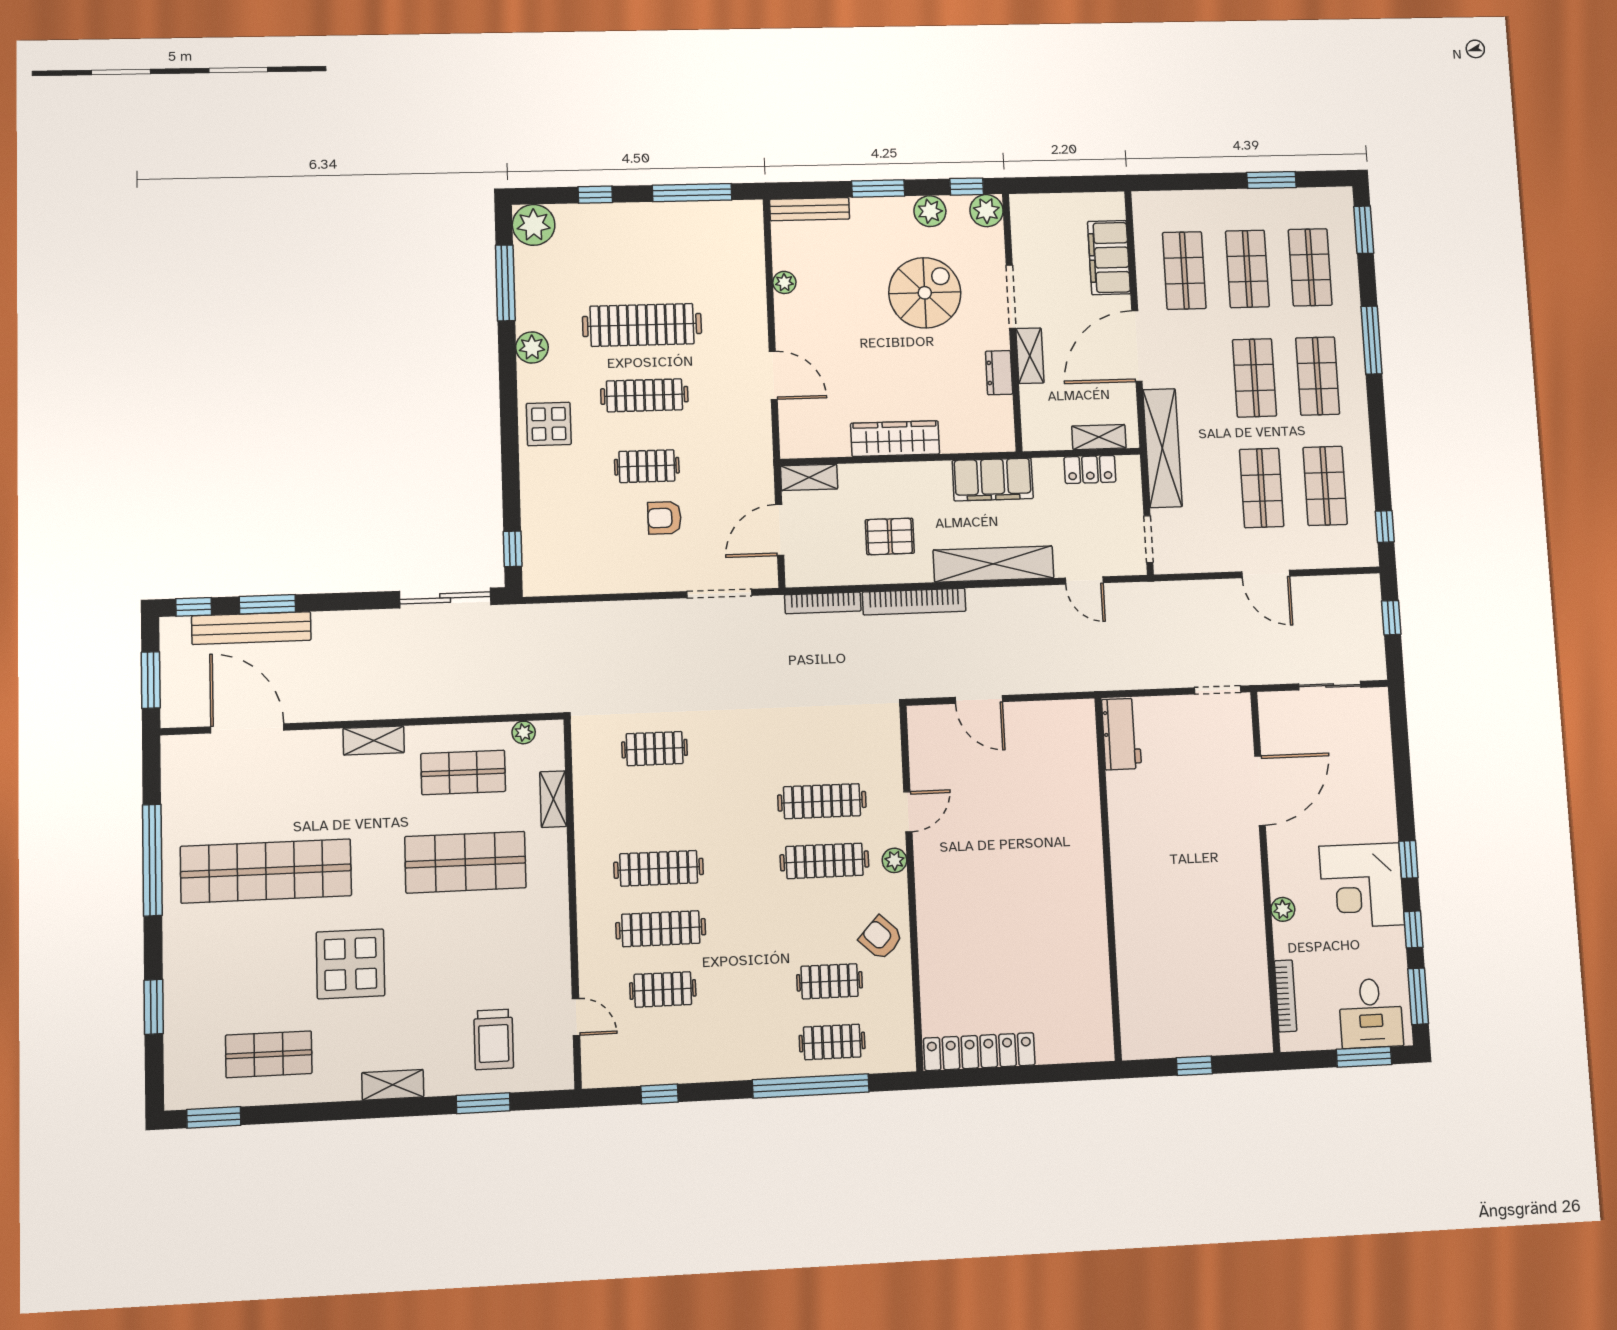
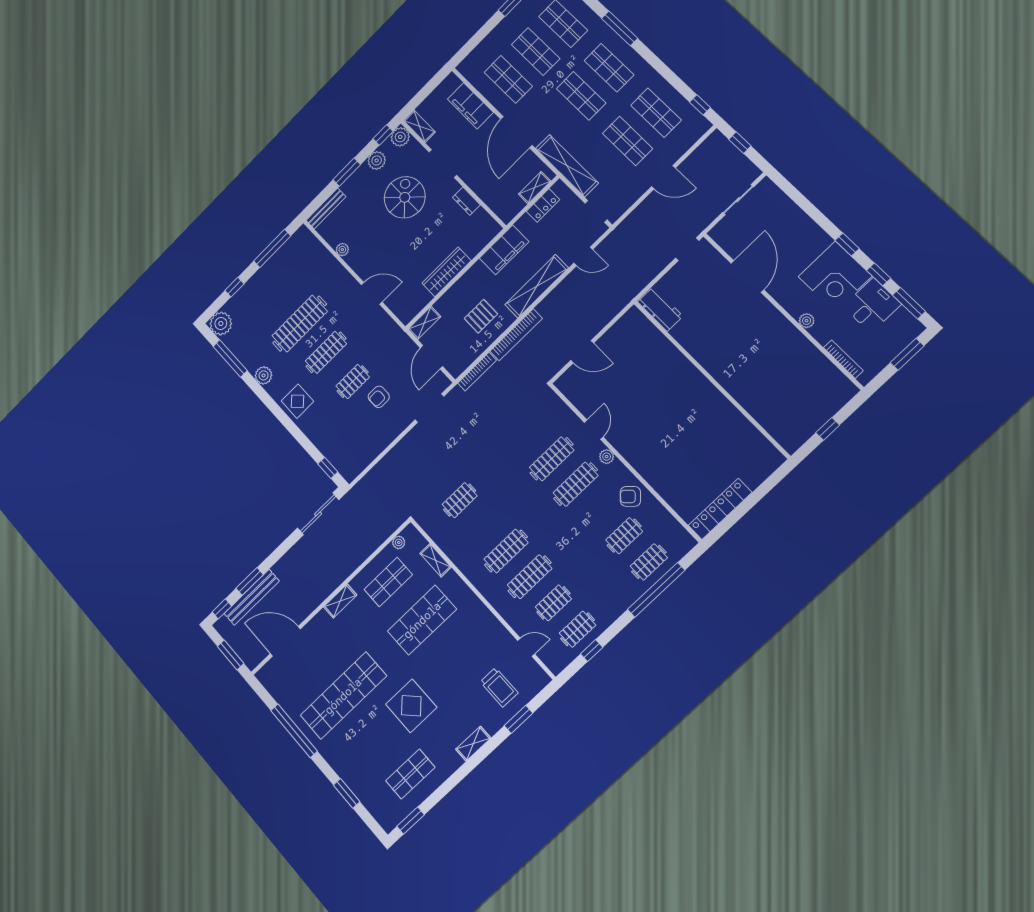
shelving: (1030, 356) -> (419, 126), moved
desk: (1371, 1013) -> (872, 305), moved, turned -90
clothes rail: (665, 1051) -> (578, 629), added

